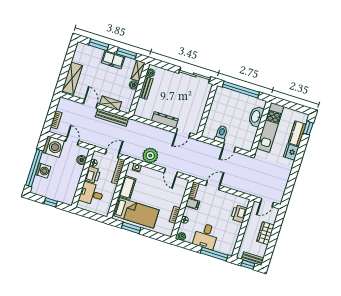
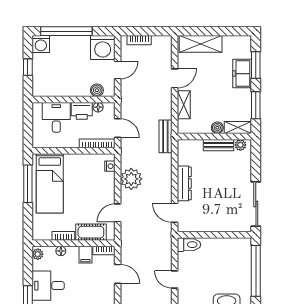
freezer: (113, 60) -> (242, 74), moved
bench: (112, 117) -> (165, 136), moved, width x0.73
toilet: (221, 134) -> (189, 245), moved
washing machine: (43, 171) -> (41, 44), moved
cot: (127, 187) -> (91, 232), moved
window: (131, 228) -> (28, 184), width x1.44

